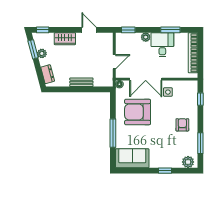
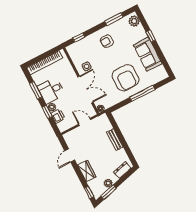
window: (128, 30) -> (47, 112), moved
printer: (134, 38) -> (58, 116), added
armchair: (138, 112) -> (125, 78), moved
sofa: (132, 158) -> (148, 54), moved

